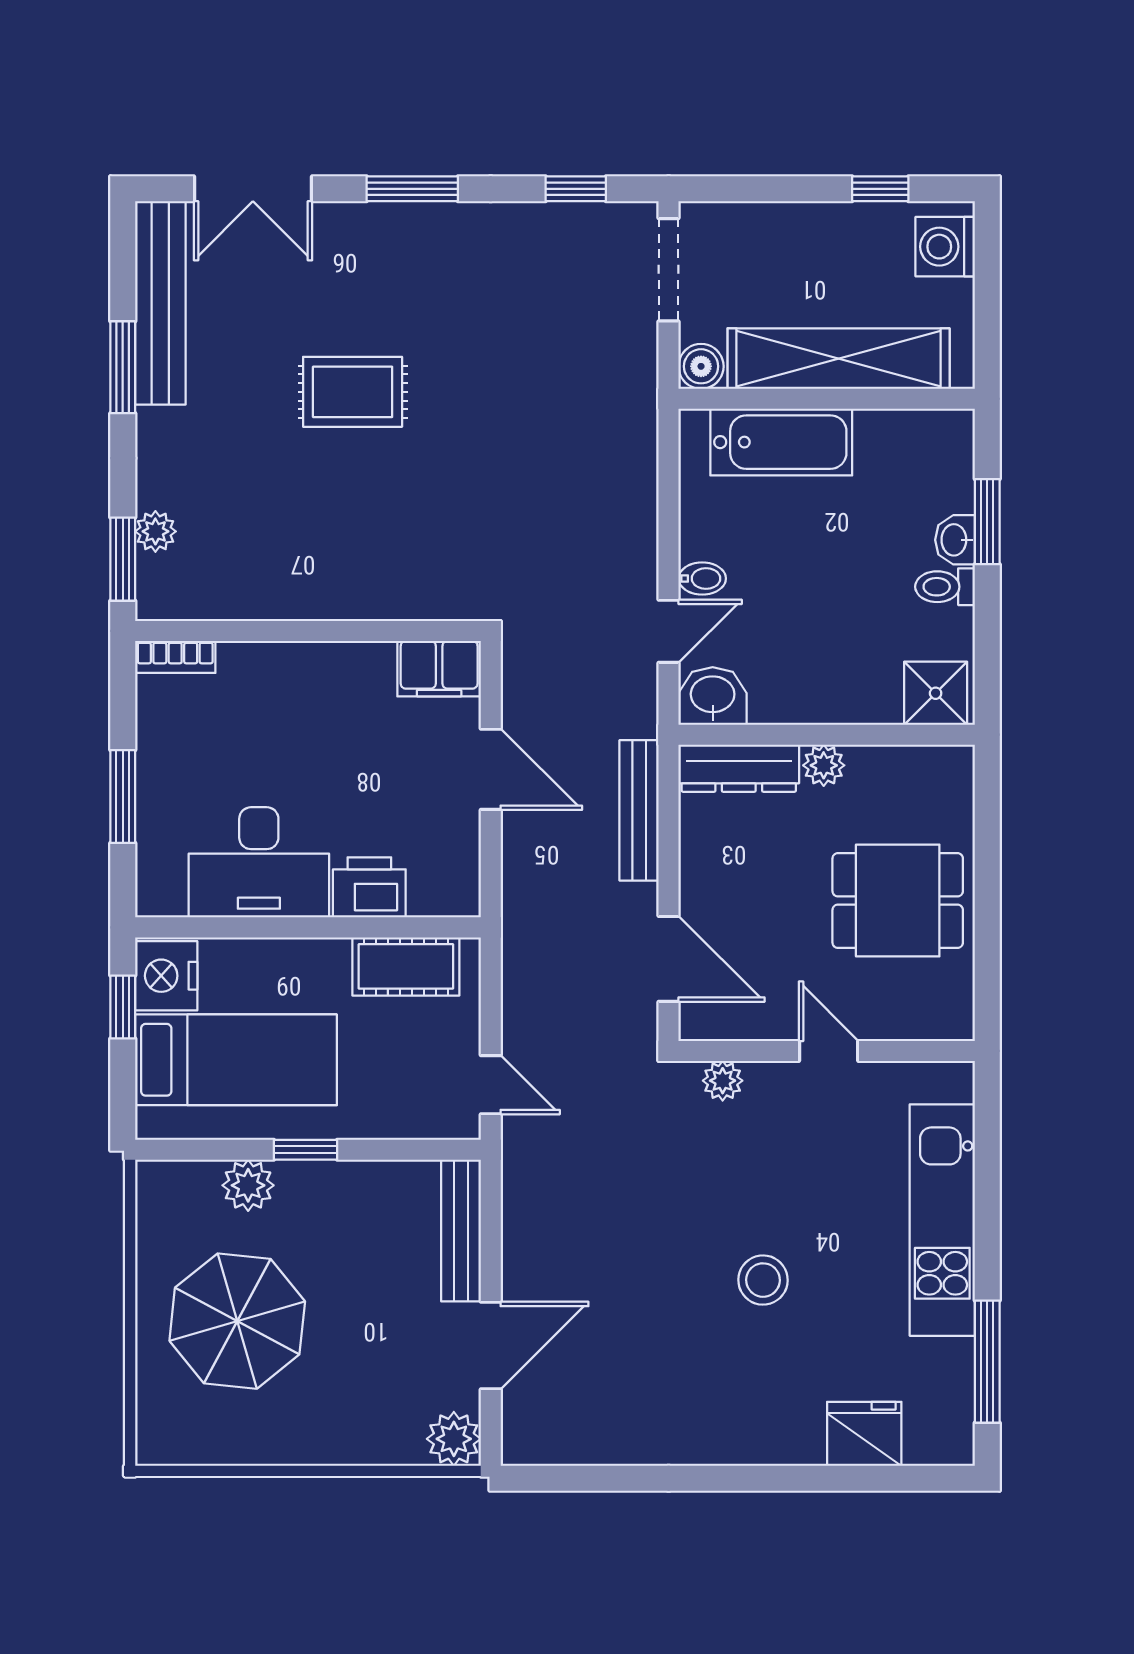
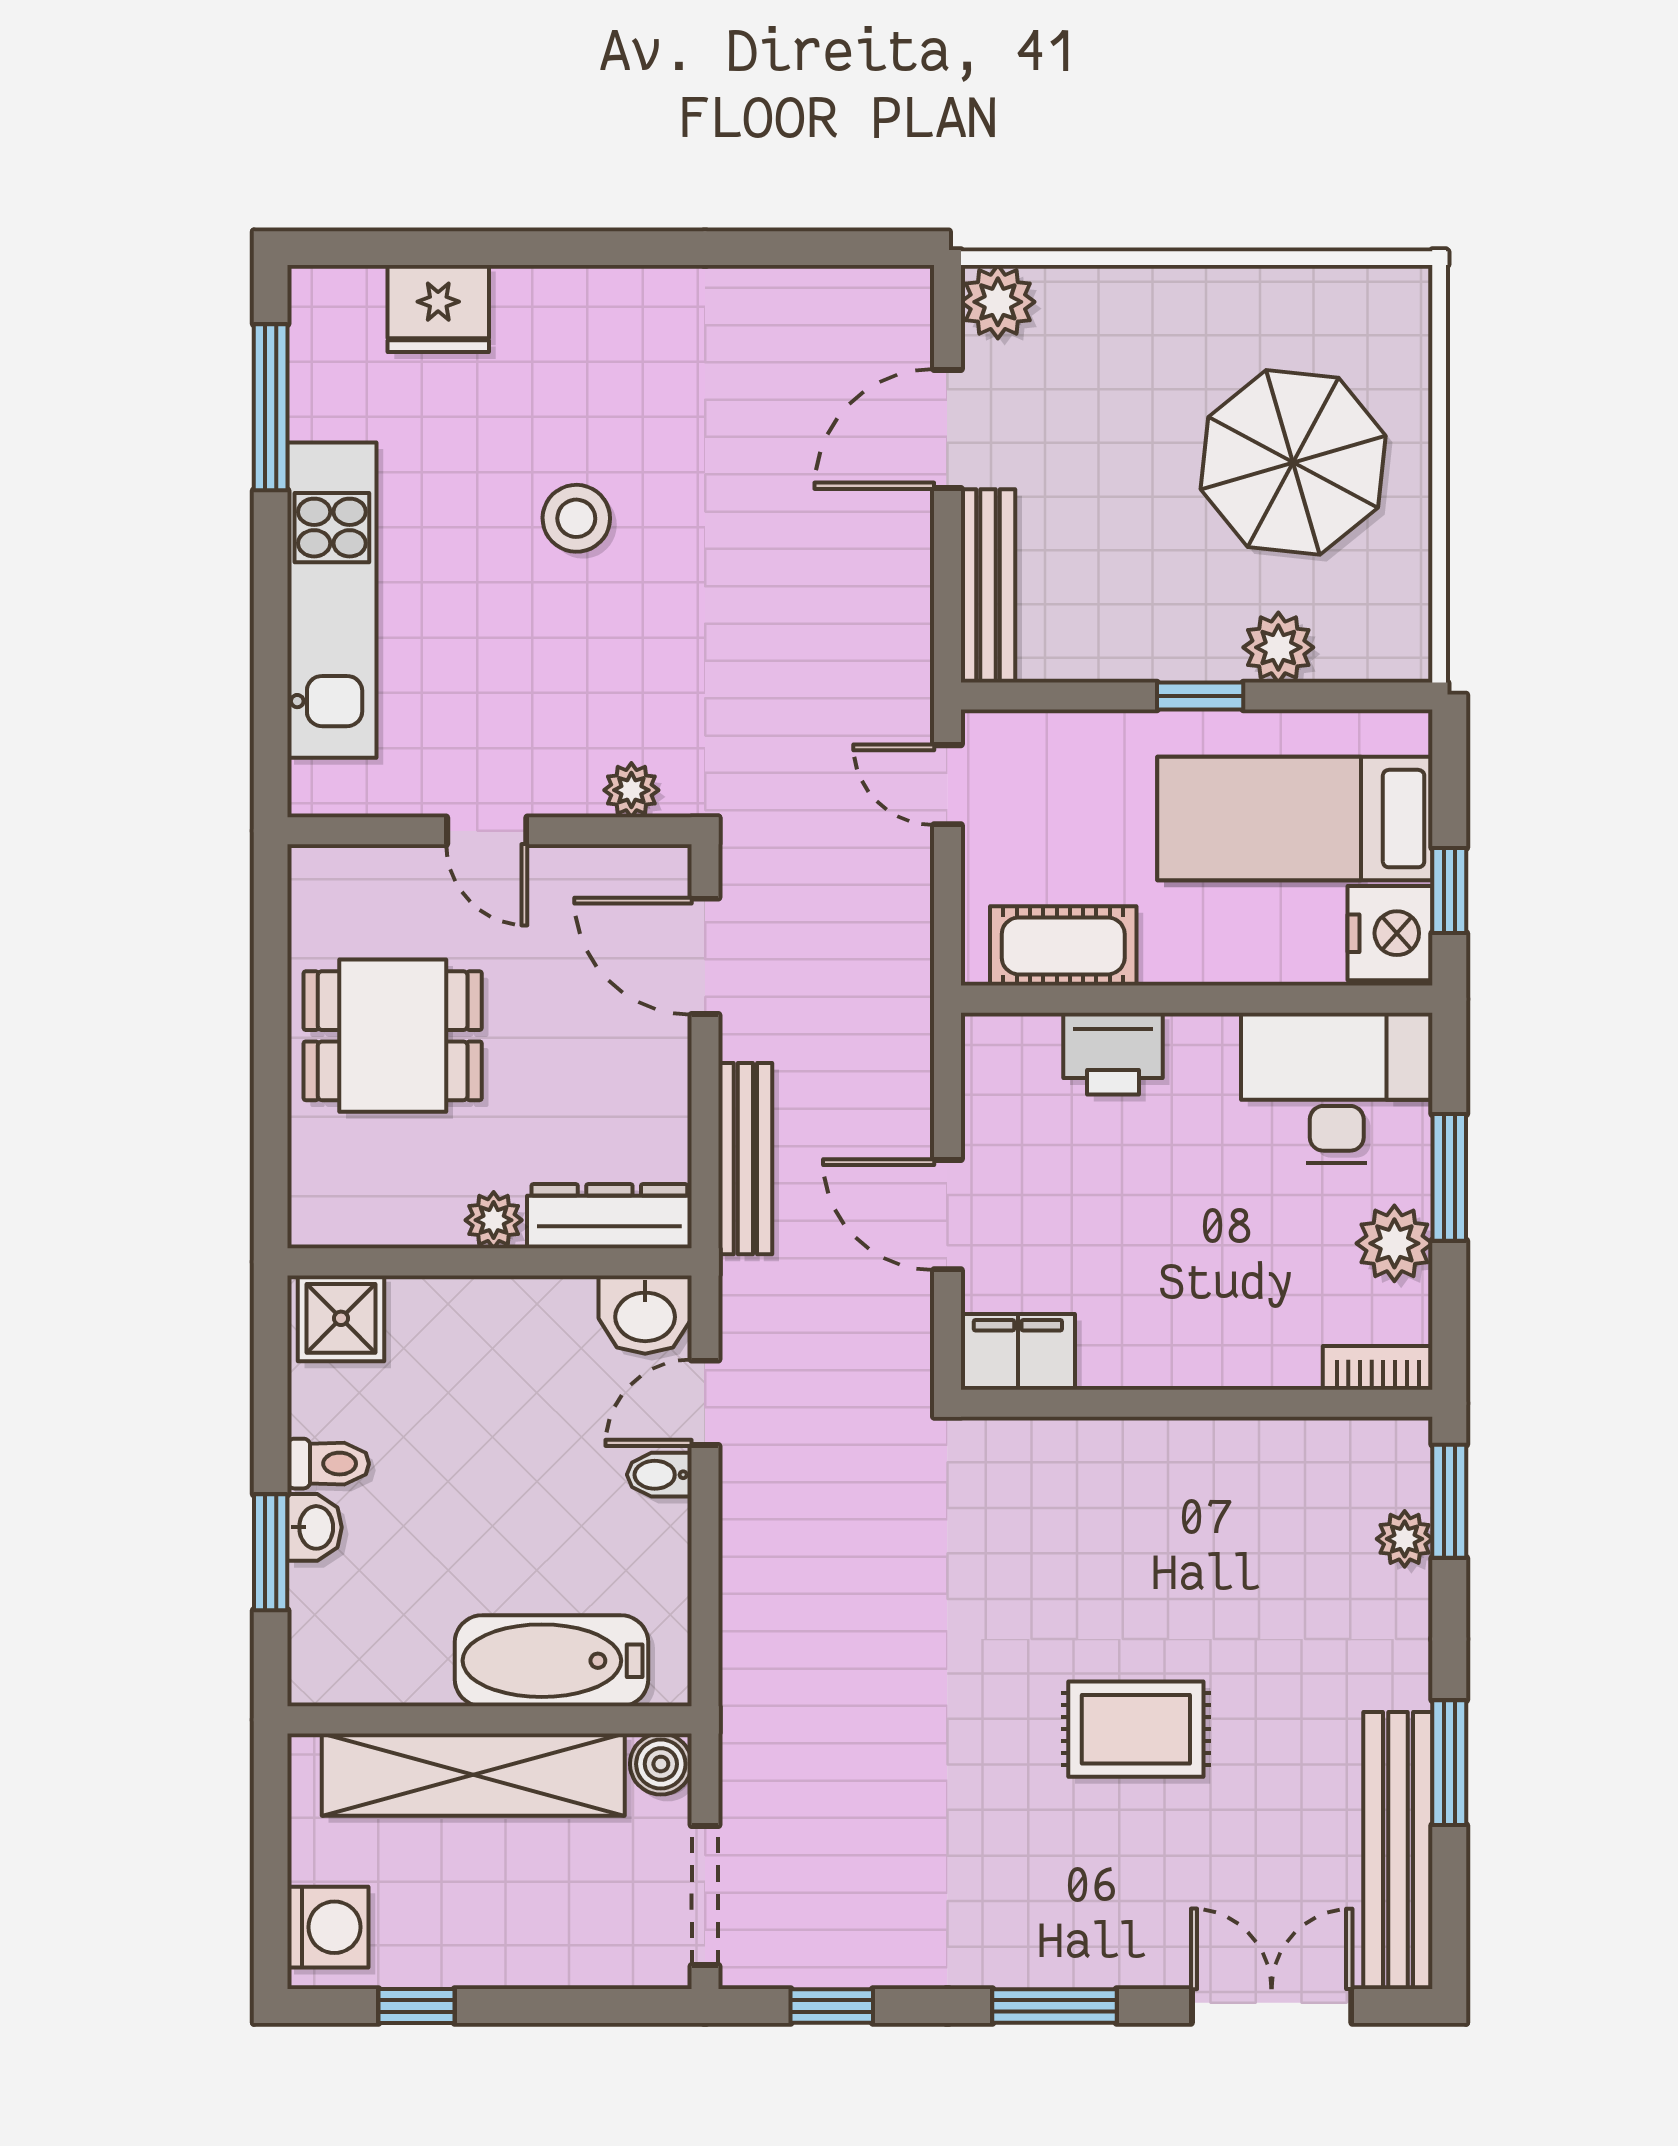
plant: (163, 748) -> (1394, 1243), added
desk: (259, 862) -> (1337, 1088), moved

